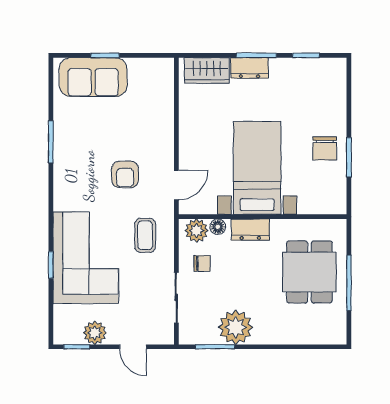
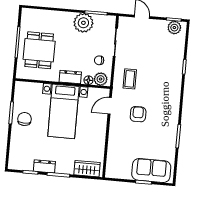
dresser: (249, 68) -> (44, 166), moved
corner sofa: (86, 258) -> (164, 69), removed
plant: (95, 333) -> (174, 28), moved

